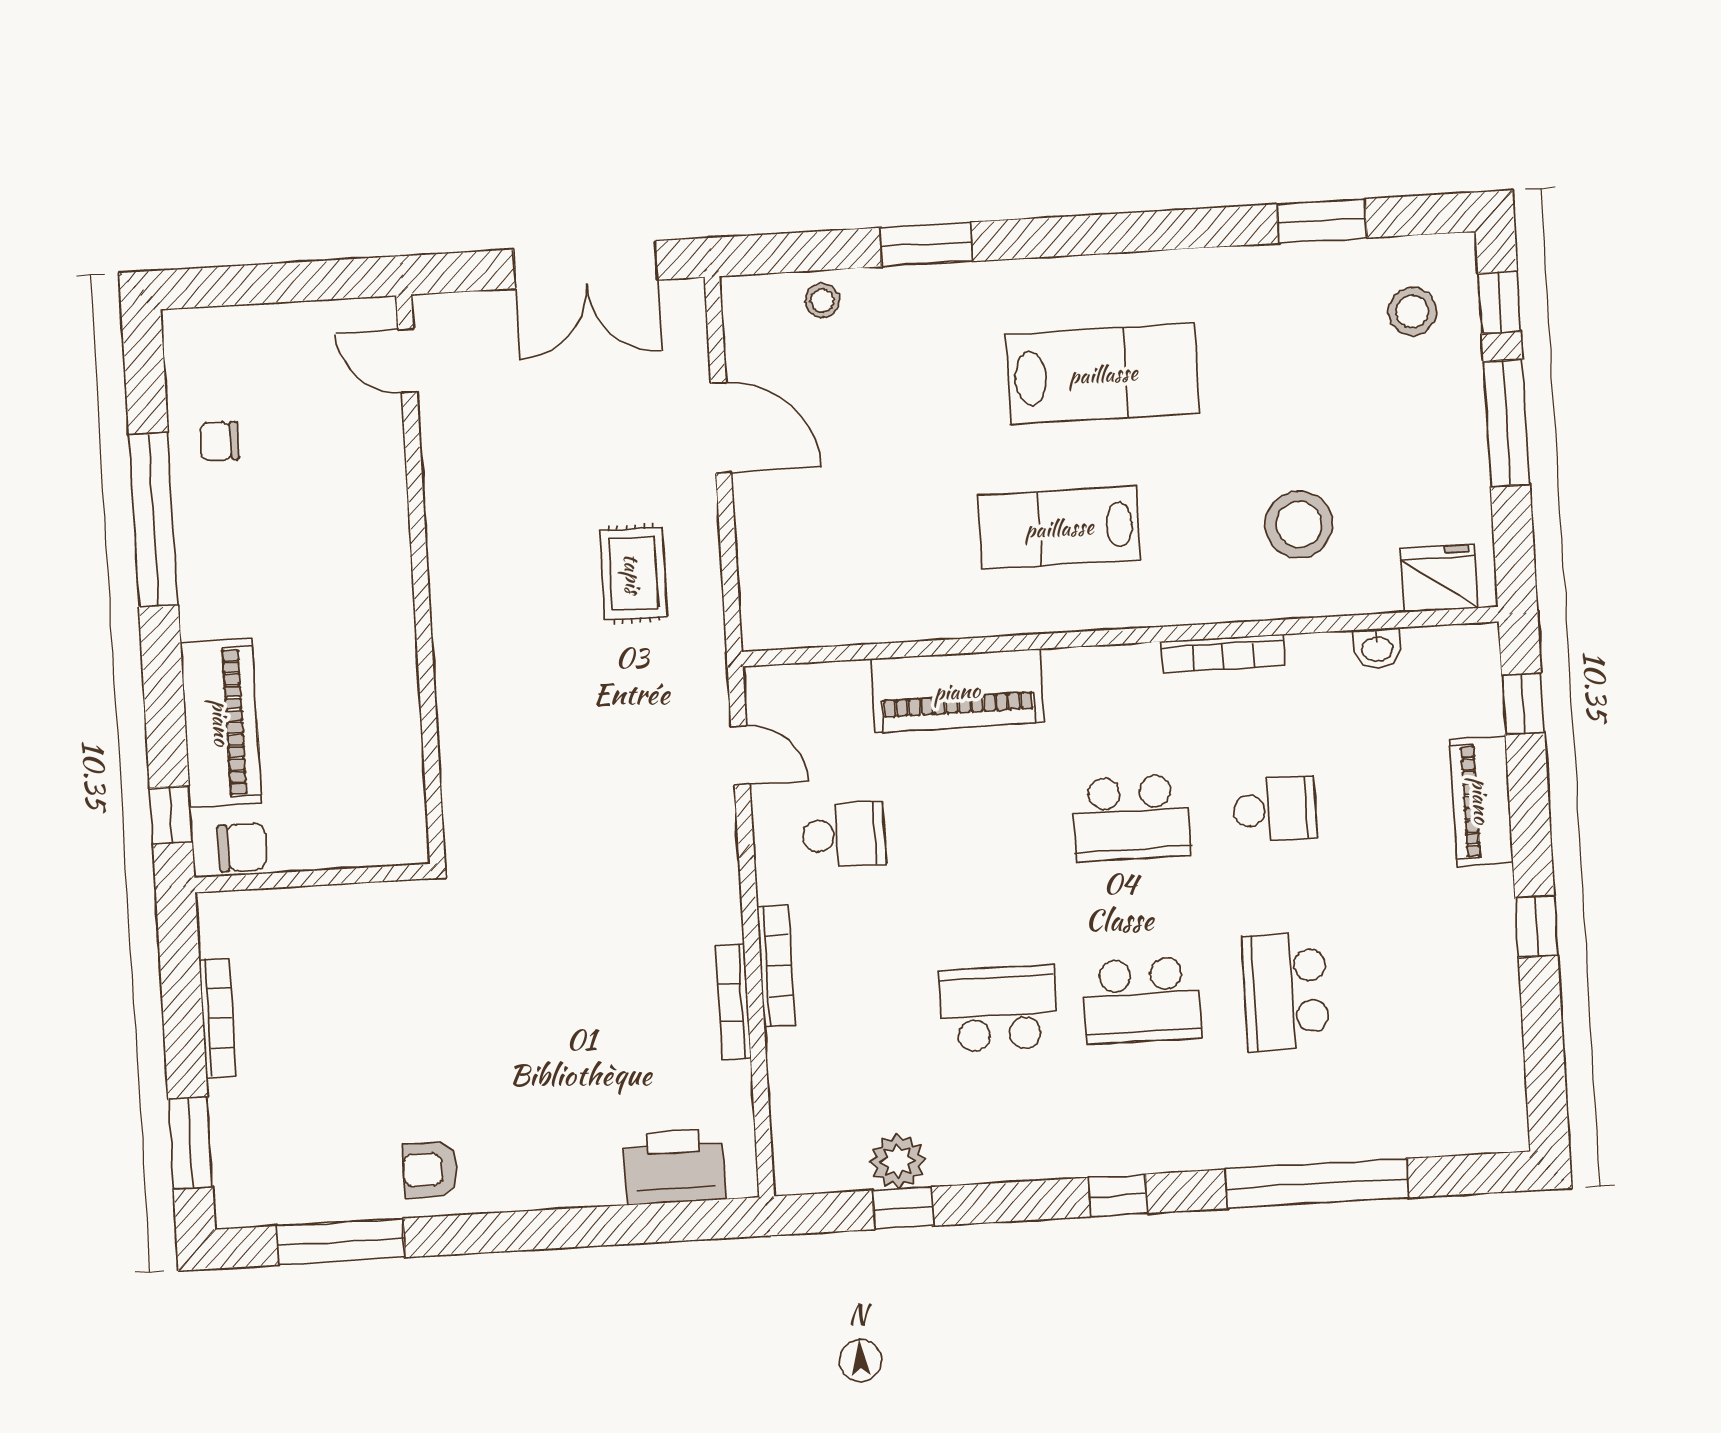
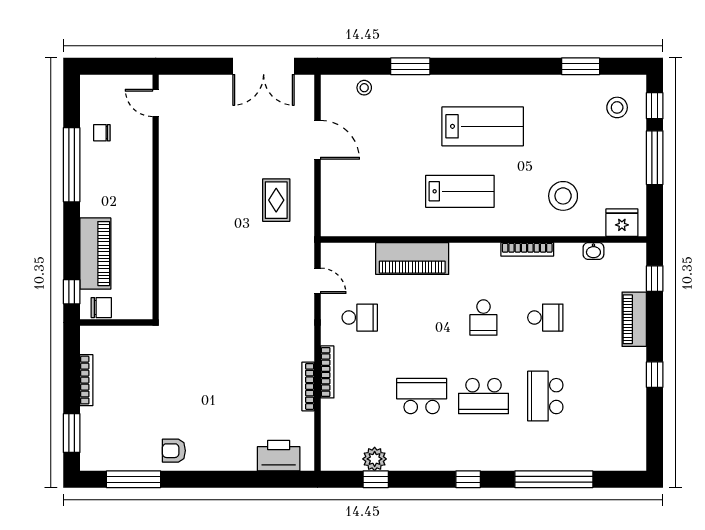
door: (407, 361) -> (156, 103), moved
lab bench: (1059, 528) -> (460, 191), turned 180
wall: (420, 579) -> (156, 197), moved
school desk: (1131, 818) -> (483, 318), width x0.54

